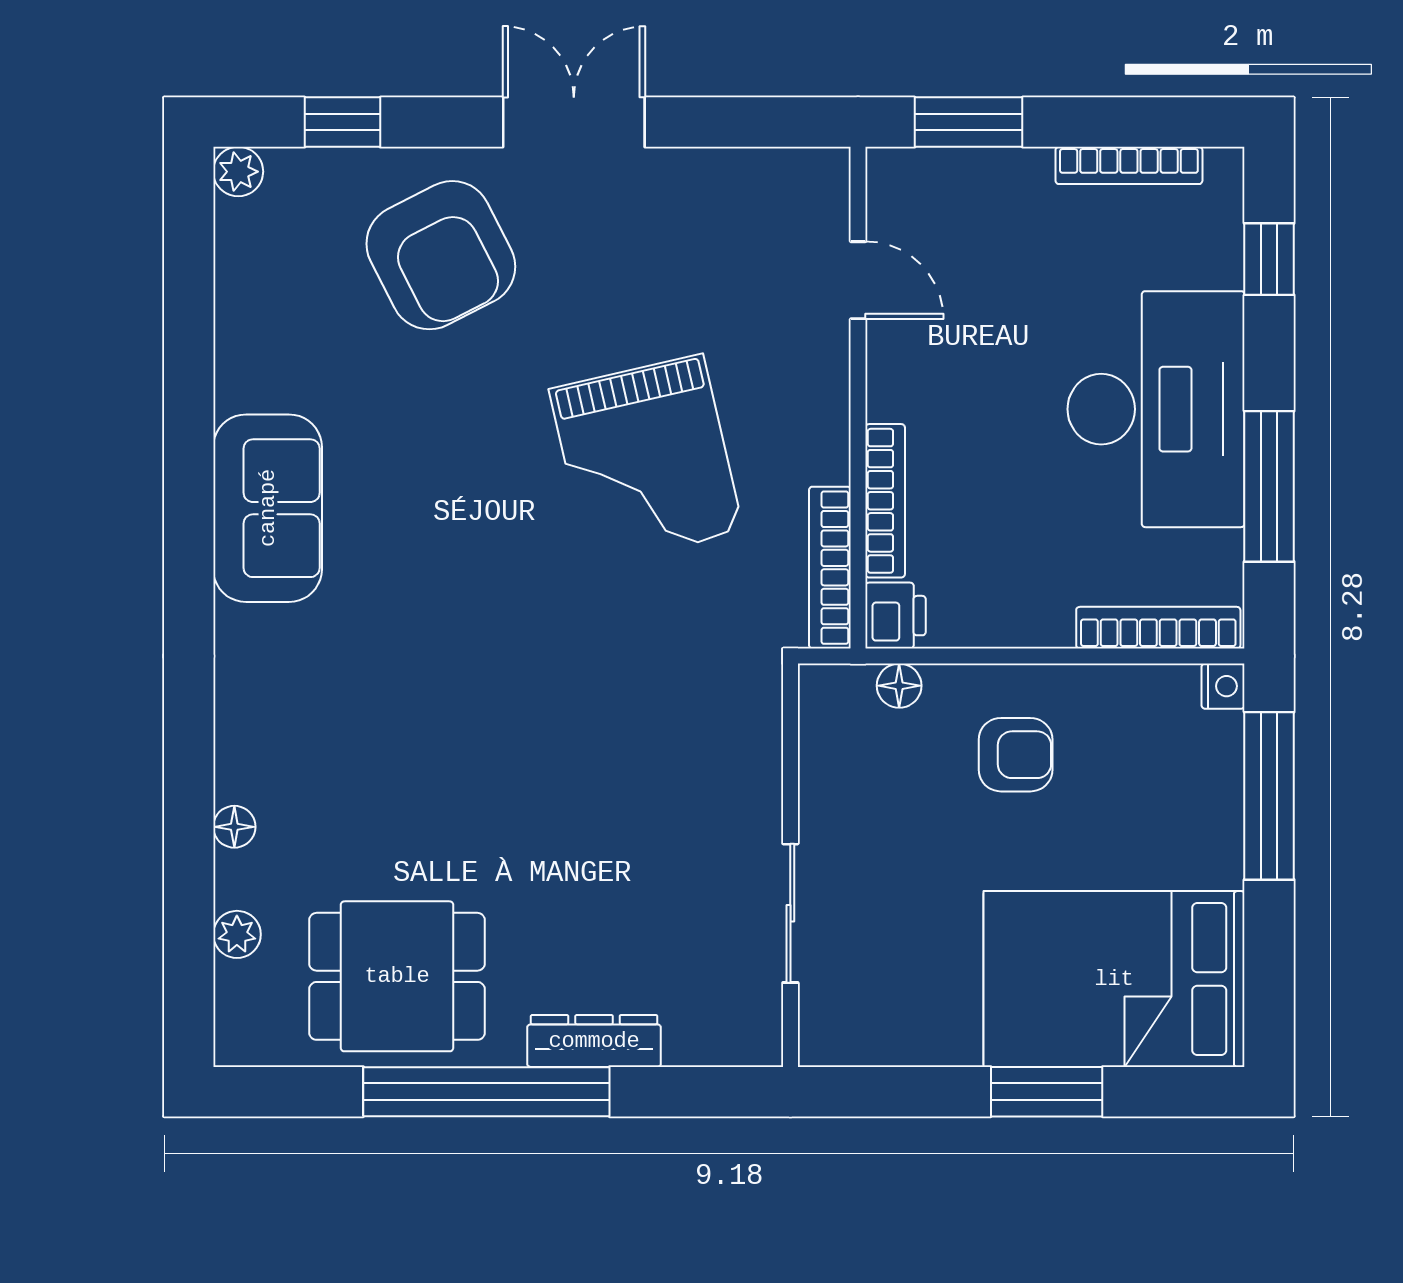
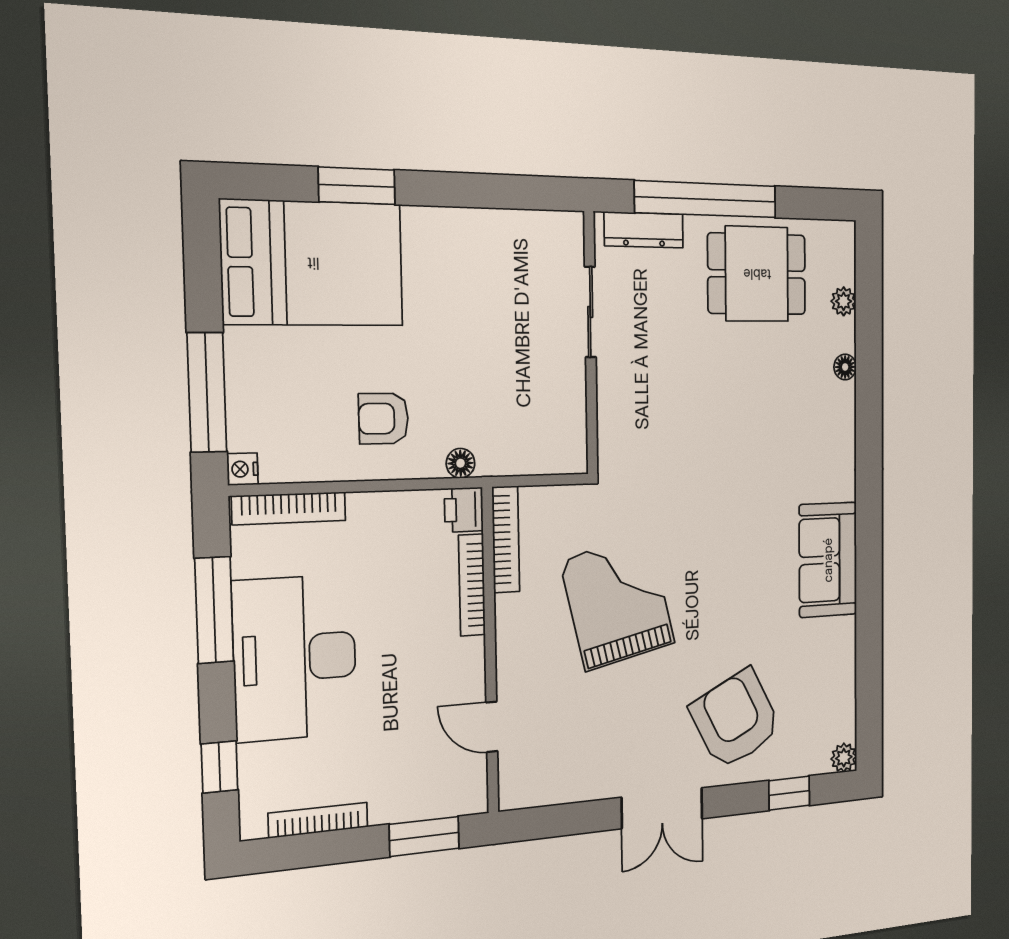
wall: (790, 865) -> (591, 343), moved
sliding door: (790, 913) -> (590, 312), moved

